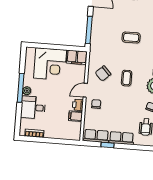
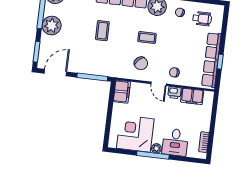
corner desk: (50, 64) -> (135, 134), moved, turned -90
filing cabinet: (76, 116) -> (192, 96), width x2.00

